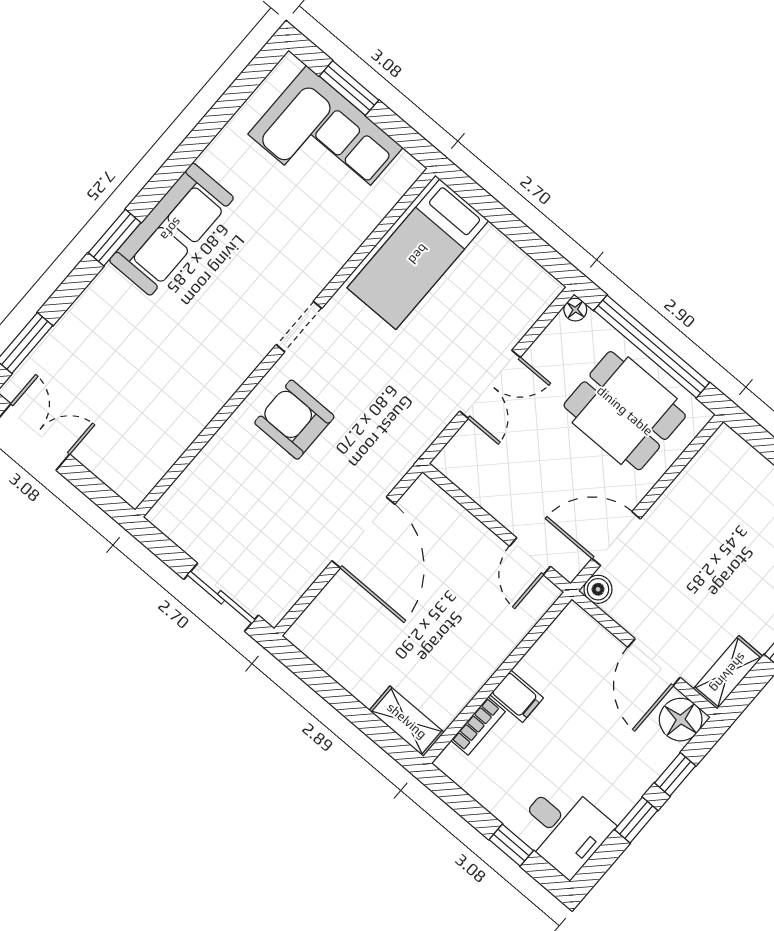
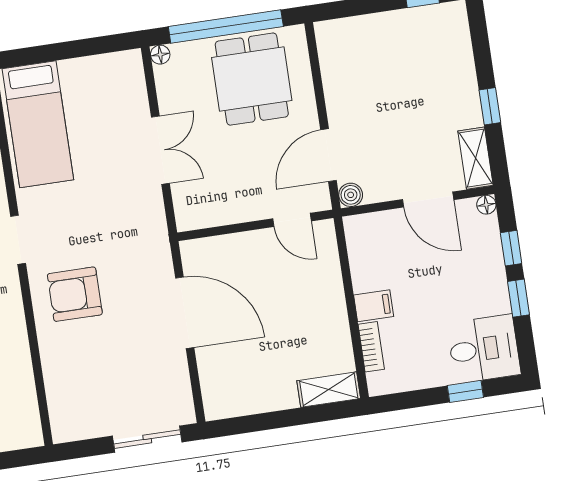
dining table: (625, 411) -> (252, 79), turned 90
floor lamp: (681, 720) -> (486, 205), width x0.53, depth x0.53

